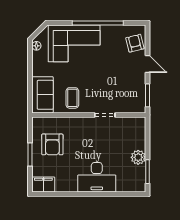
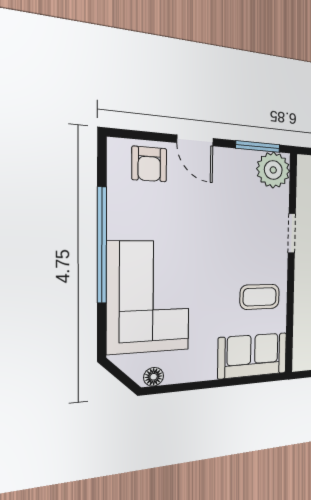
armchair: (135, 43) -> (149, 164), turned -76
door: (147, 64) -> (195, 140), swing flipped
plant: (136, 104) -> (273, 170), added

